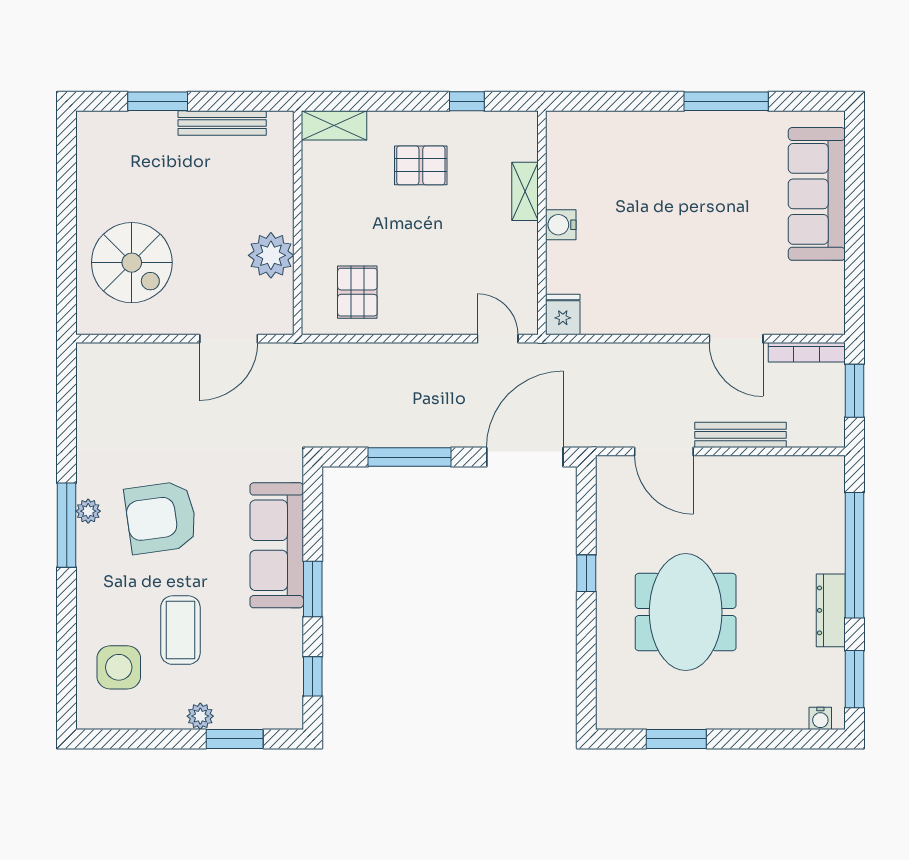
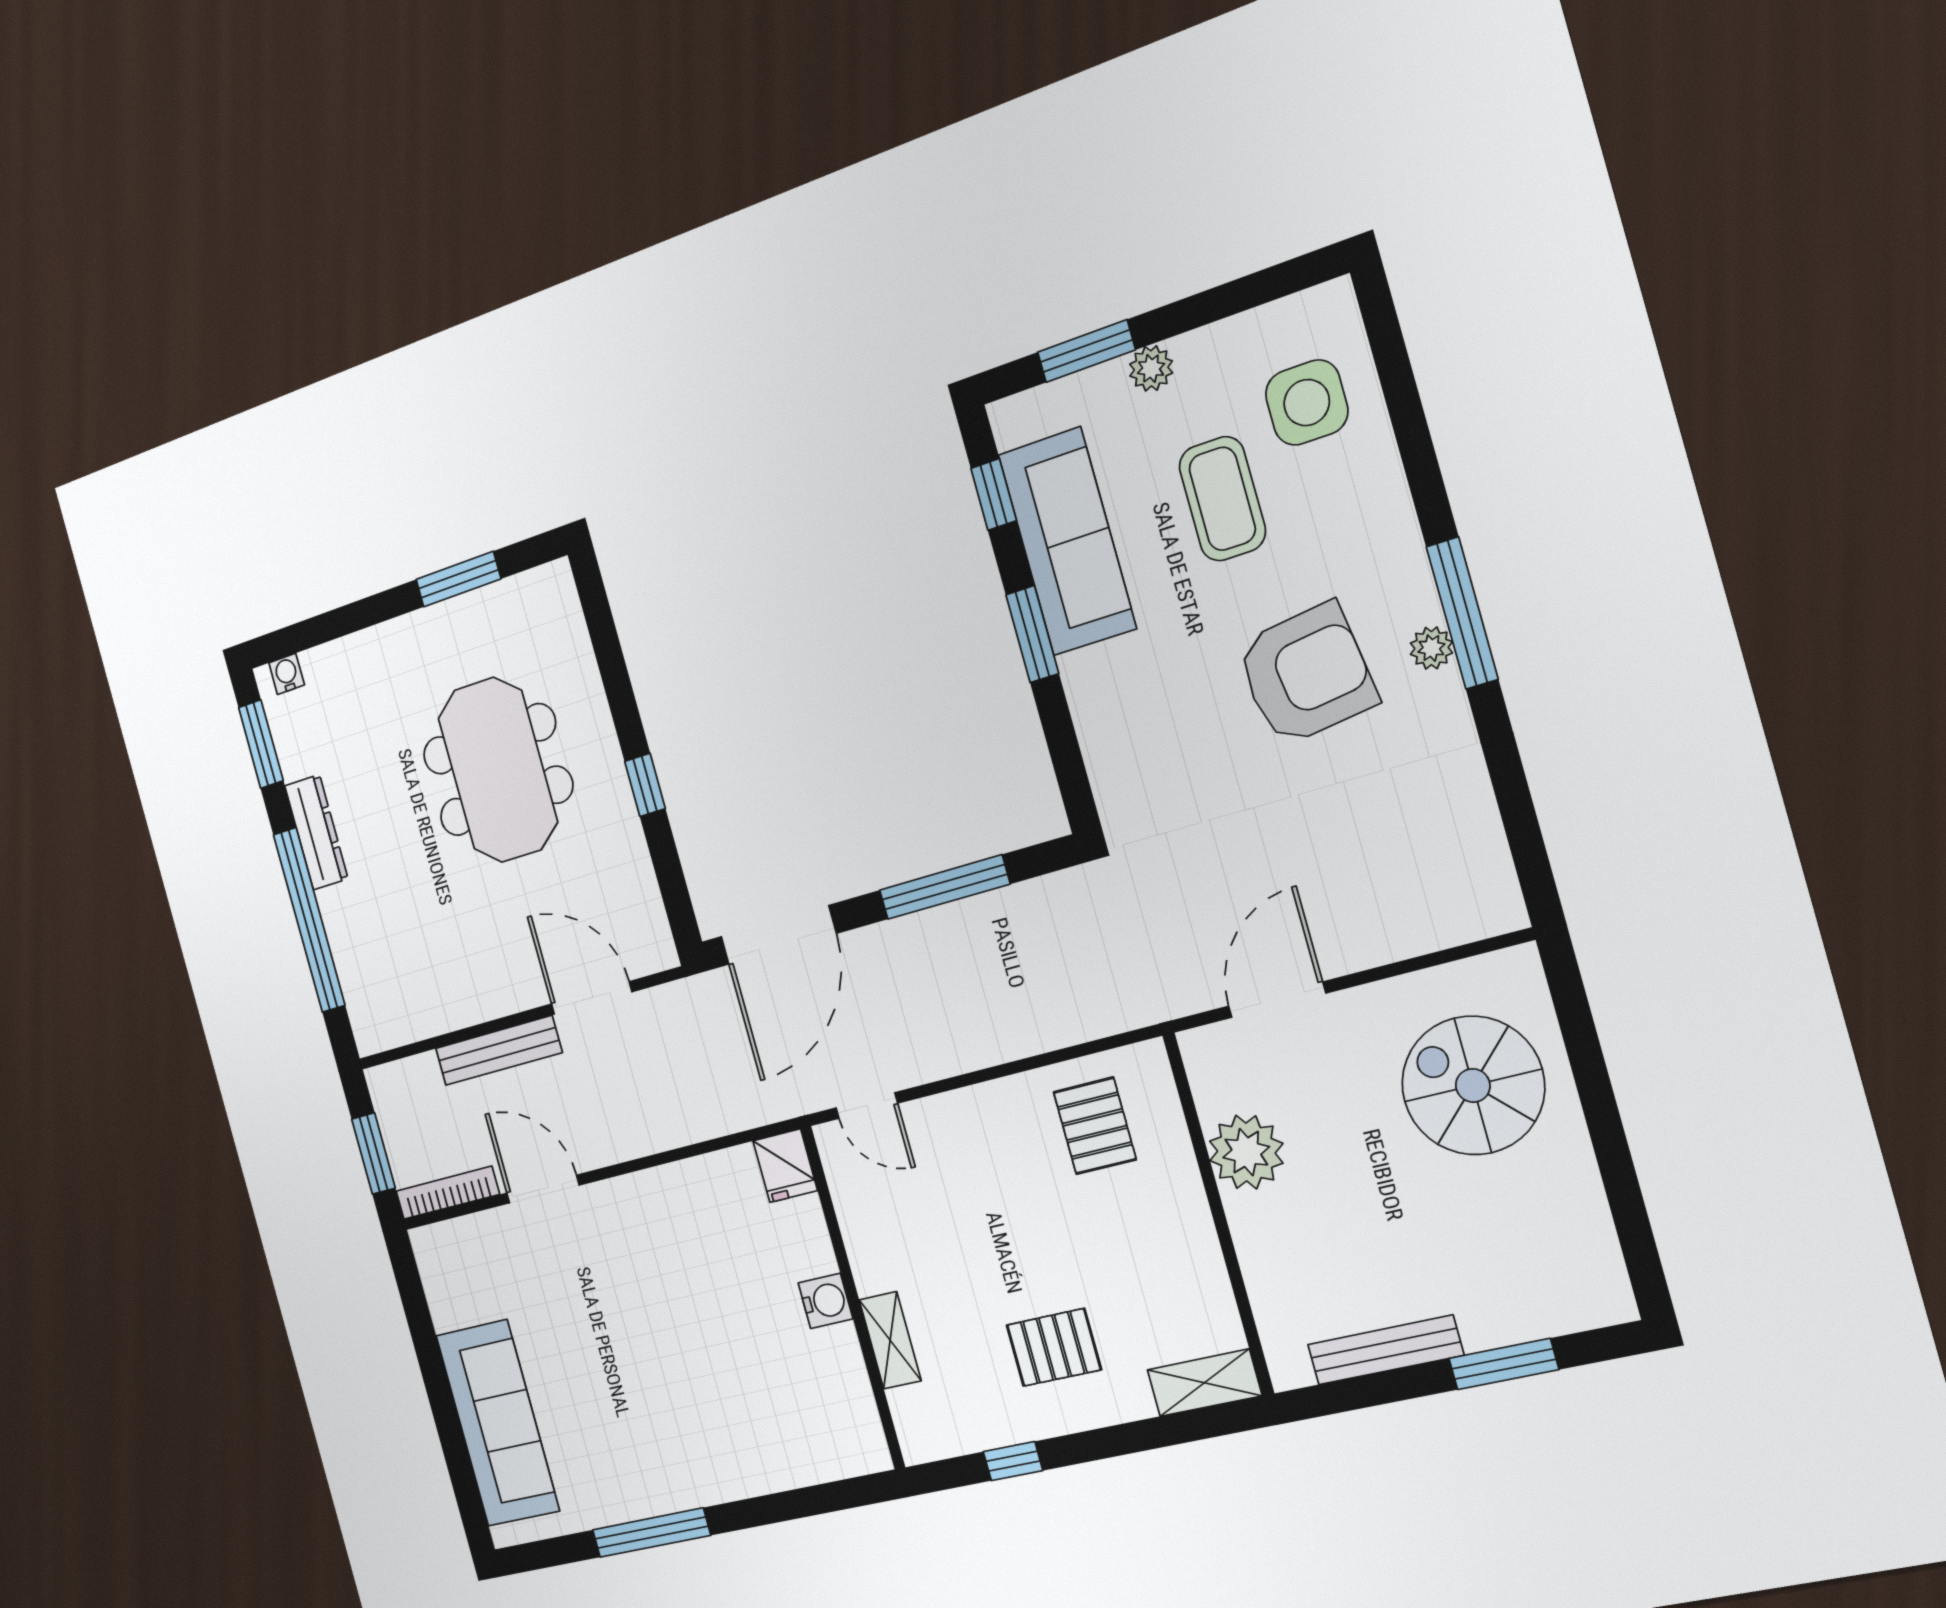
sofa: (277, 545) -> (1067, 541), moved

